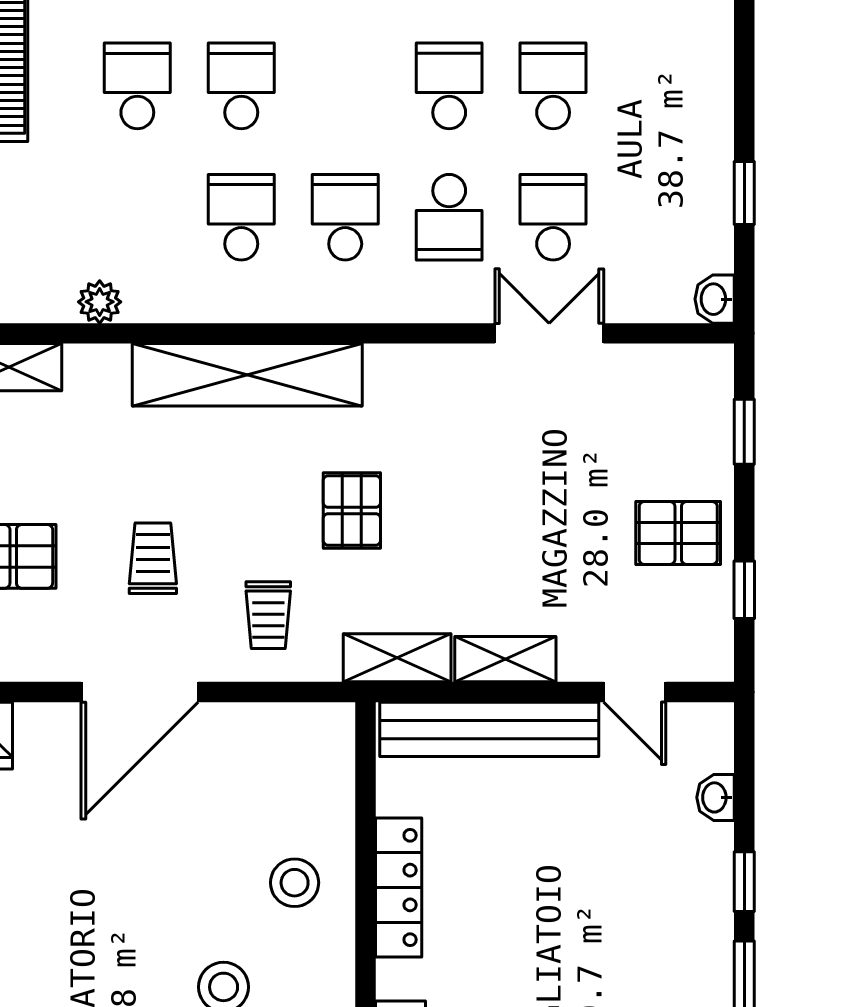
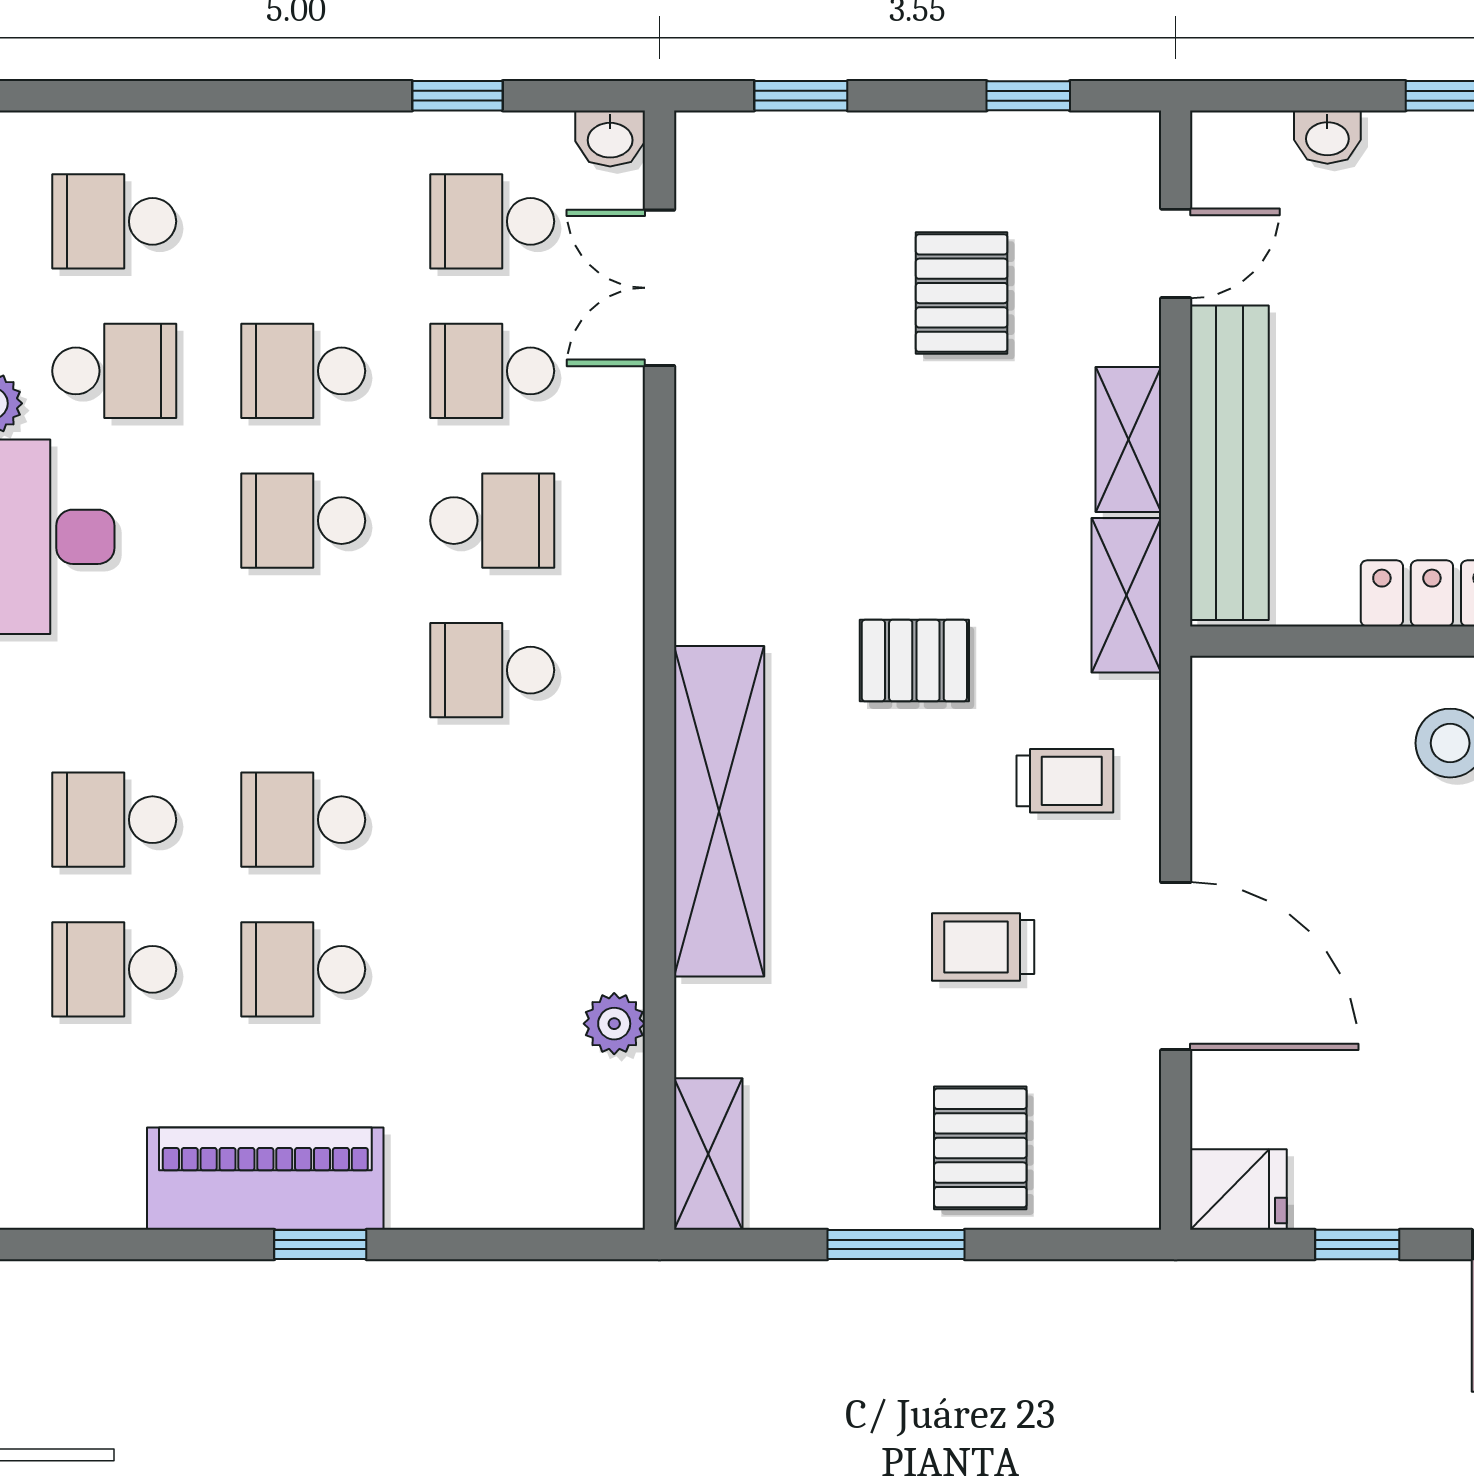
school desk: (241, 217) -> (492, 221), moved
double door: (549, 333) -> (659, 288), moved
pallet: (678, 533) -> (962, 293), moved

